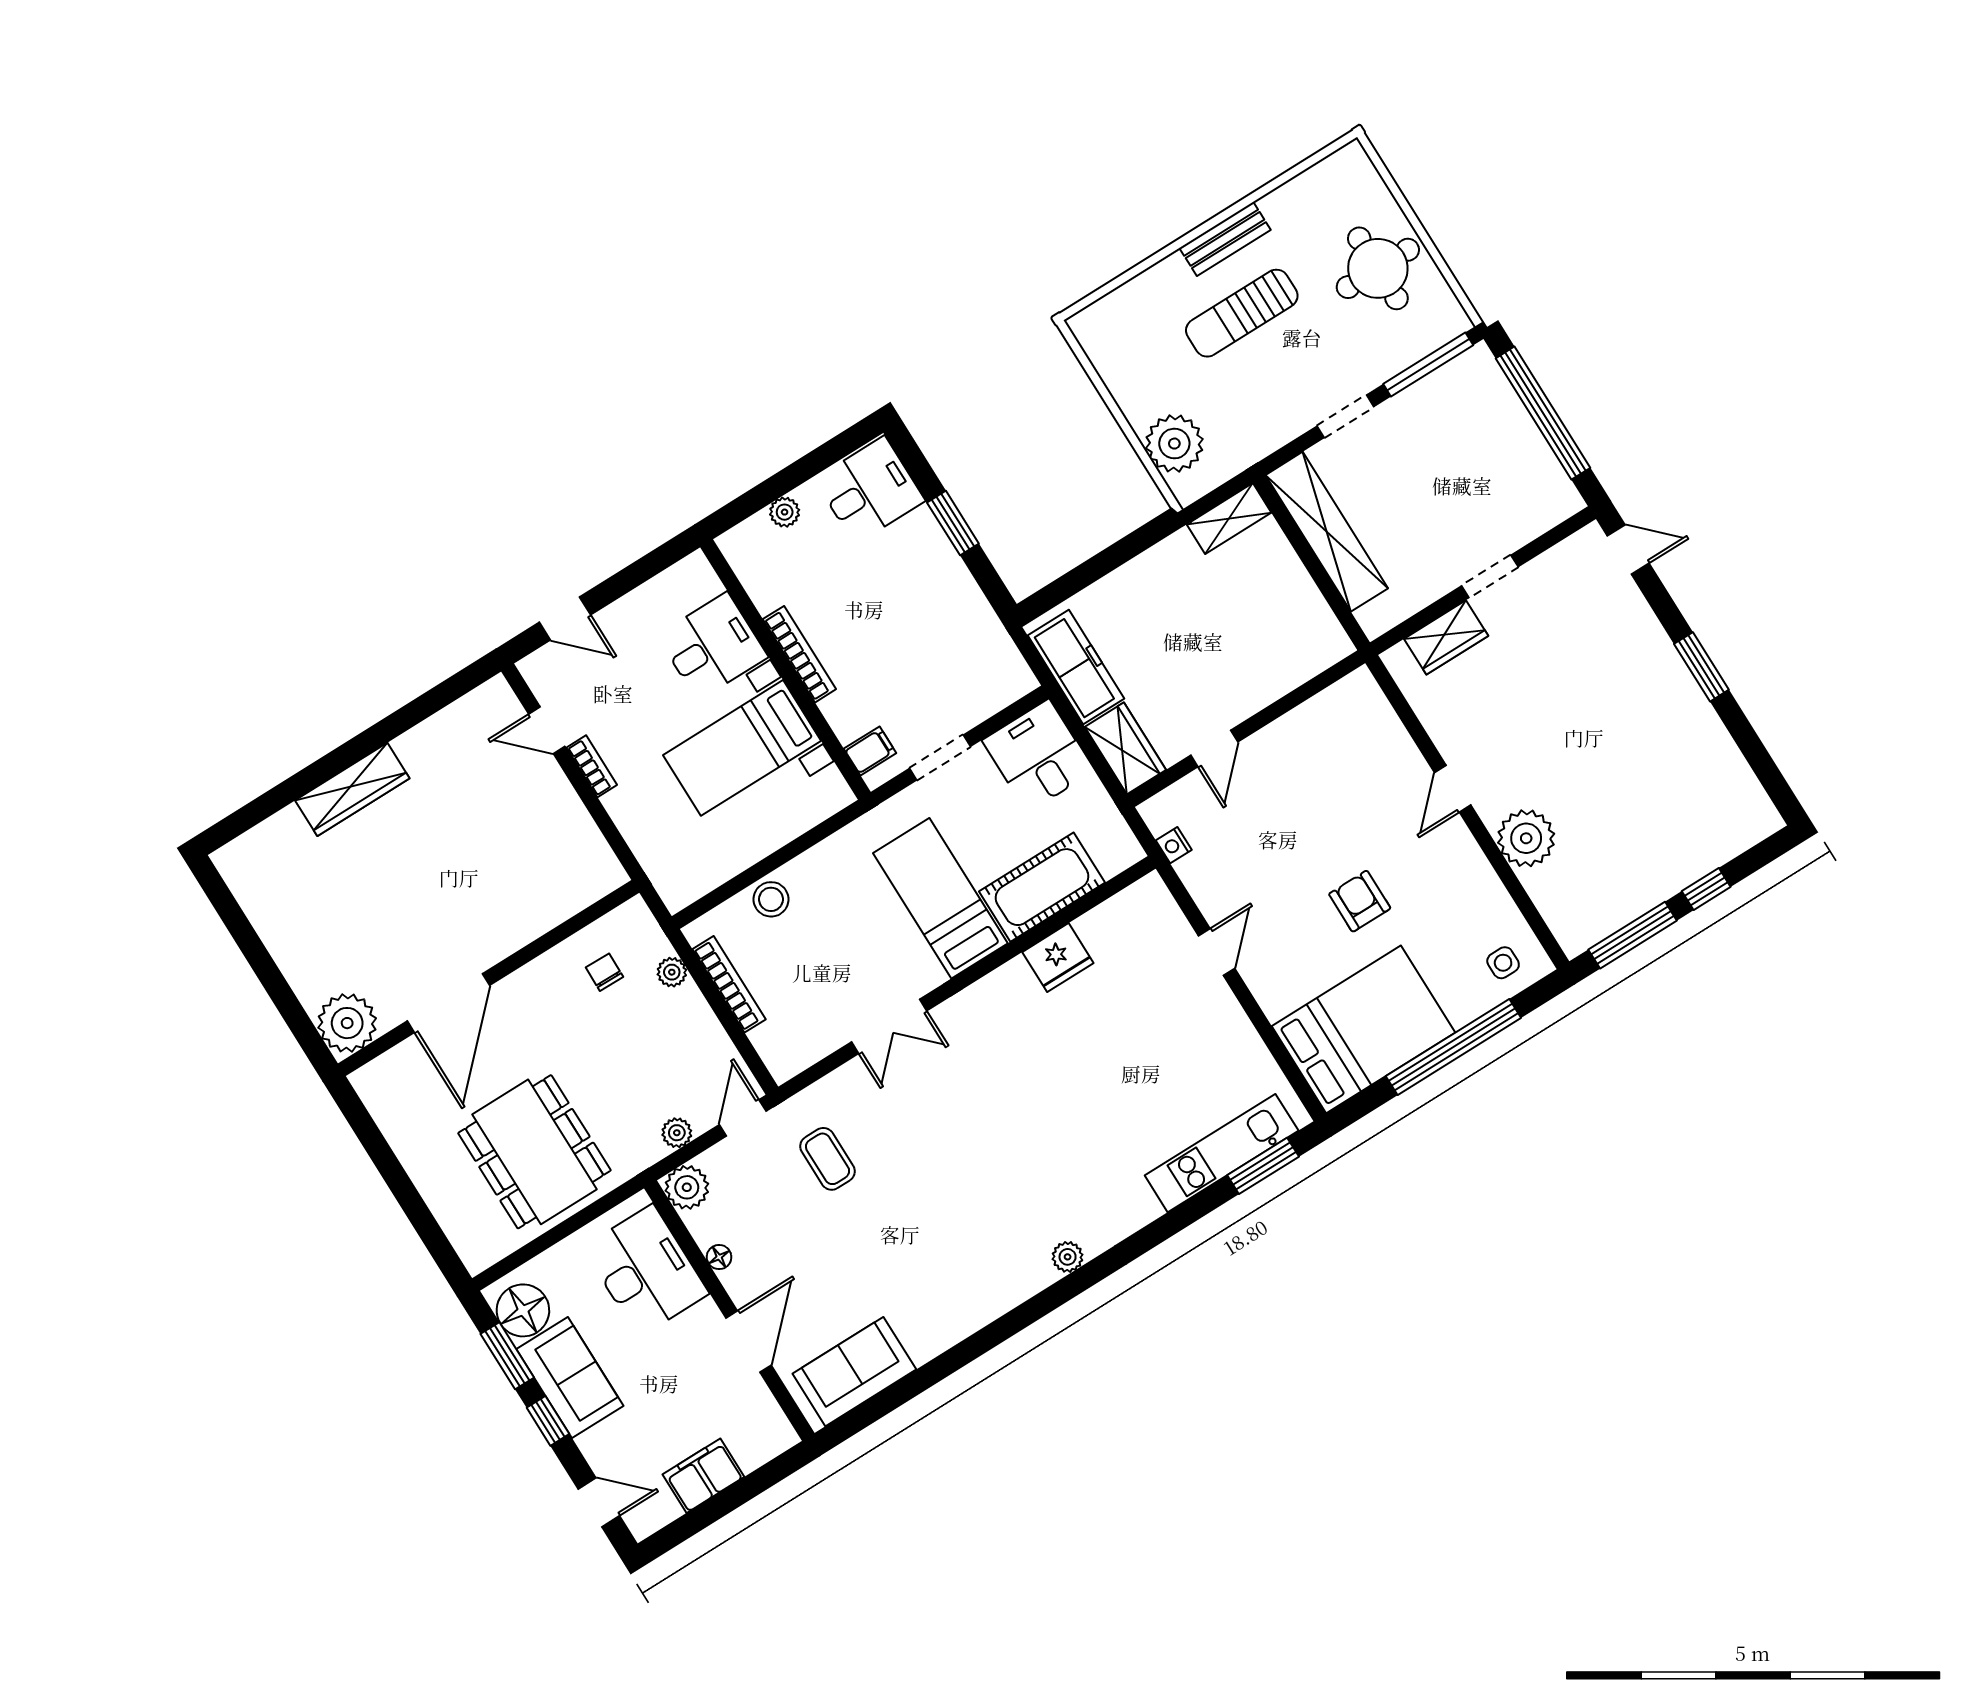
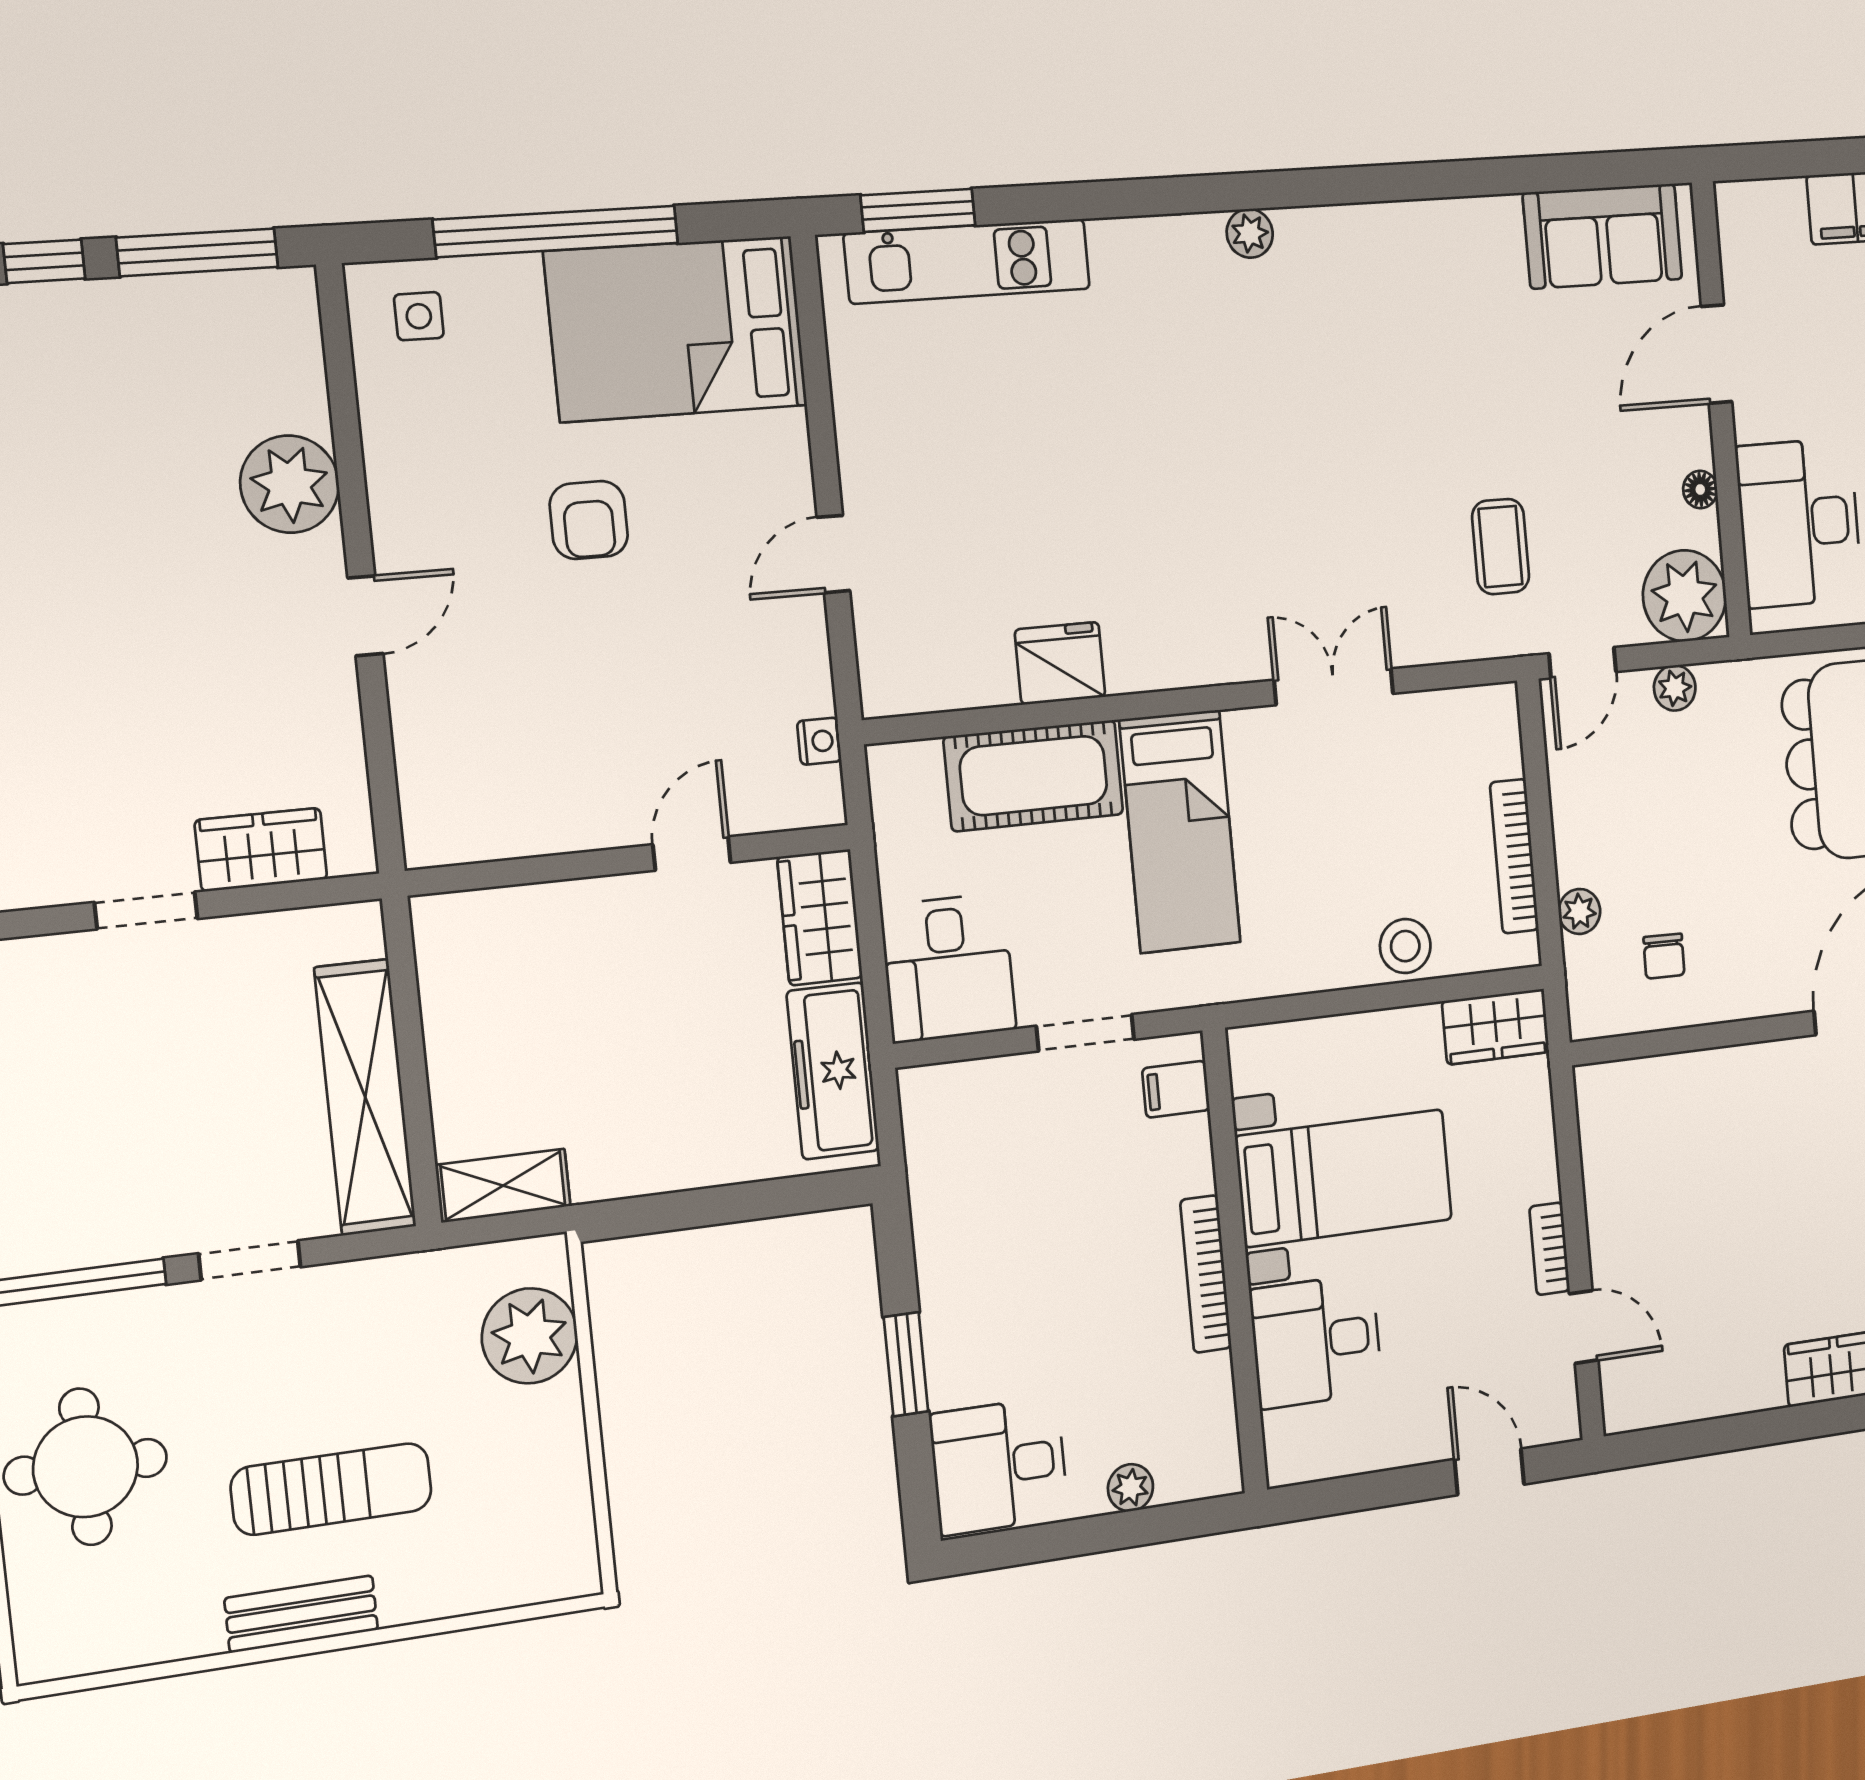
wardrobe: (691, 880) -> (1496, 1027), added
plant: (687, 1187) -> (1685, 596), width x1.36, depth x1.36

